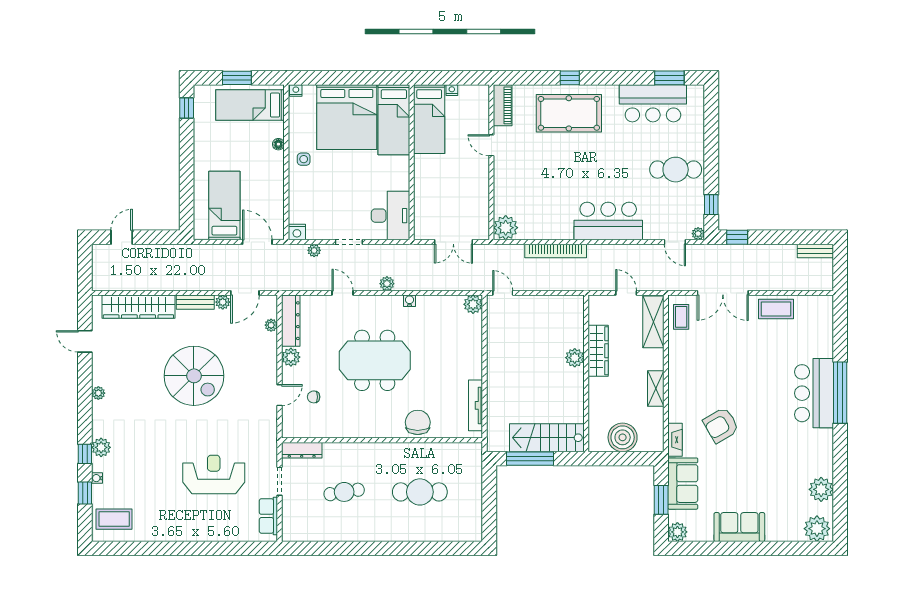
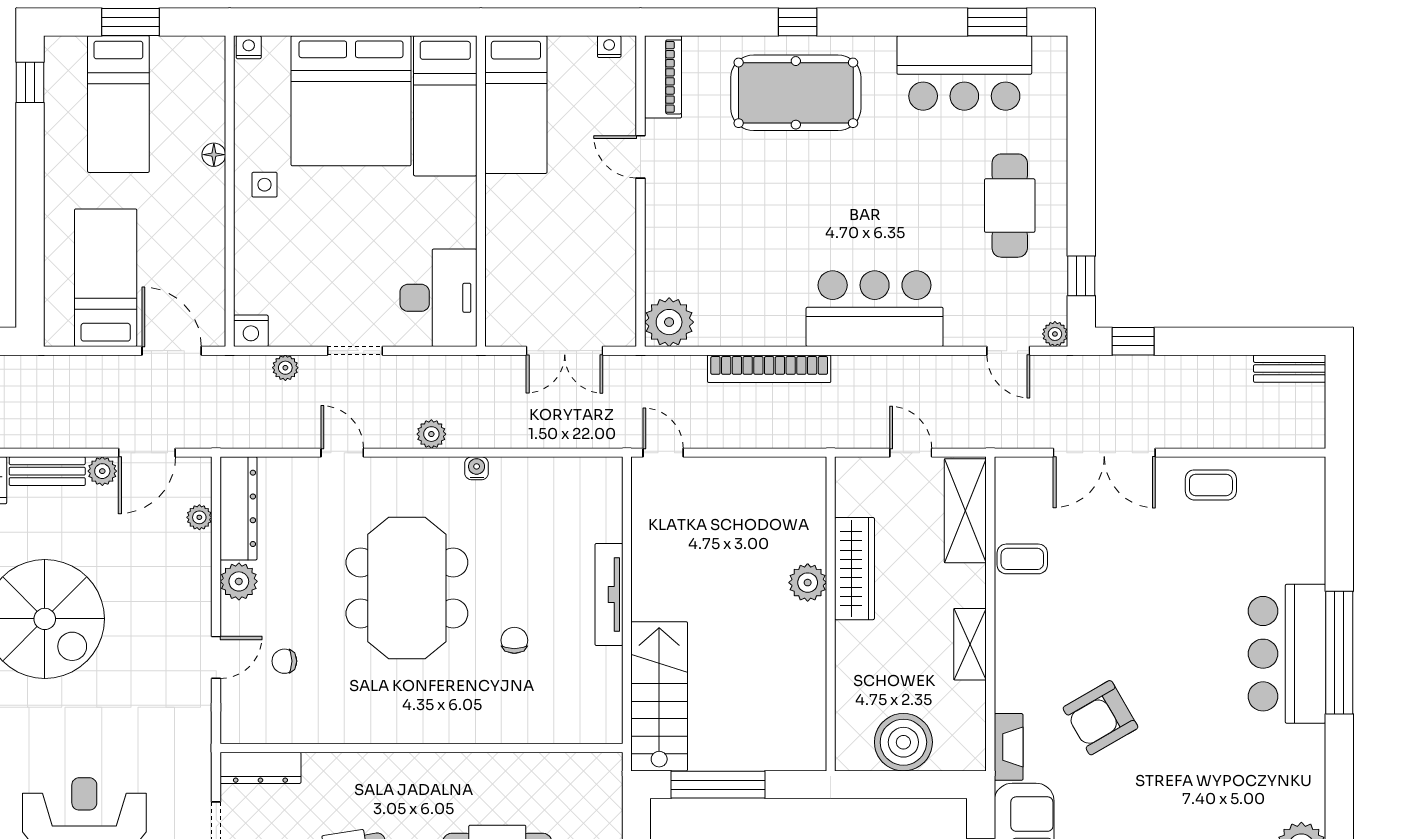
nightstand: (452, 90) -> (609, 47), moved
bed: (250, 105) -> (118, 104), moved, turned -90
cafe table: (676, 170) -> (1010, 206), turned 90
plant: (473, 304) -> (604, 476), removed
coffee table: (776, 309) -> (1211, 485), width x0.73, depth x0.77
coffee table: (681, 317) -> (1022, 559), moved, turned 90
meeting table: (375, 360) -> (407, 588), turned 90
tv unit: (476, 405) -> (609, 594), moved
chair: (418, 422) -> (514, 640), moved, width x0.54, depth x0.54
stairs: (547, 438) -> (659, 696), moved, turned 90

